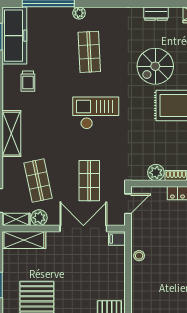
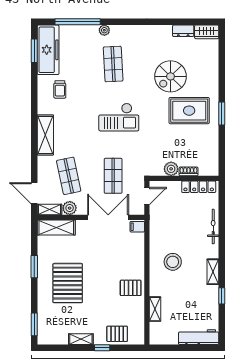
dresser: (156, 14) -> (183, 31), moved
checkout: (96, 113) -> (119, 117), turned 180
stool: (139, 256) -> (173, 262), moved, width x1.89, depth x1.89

